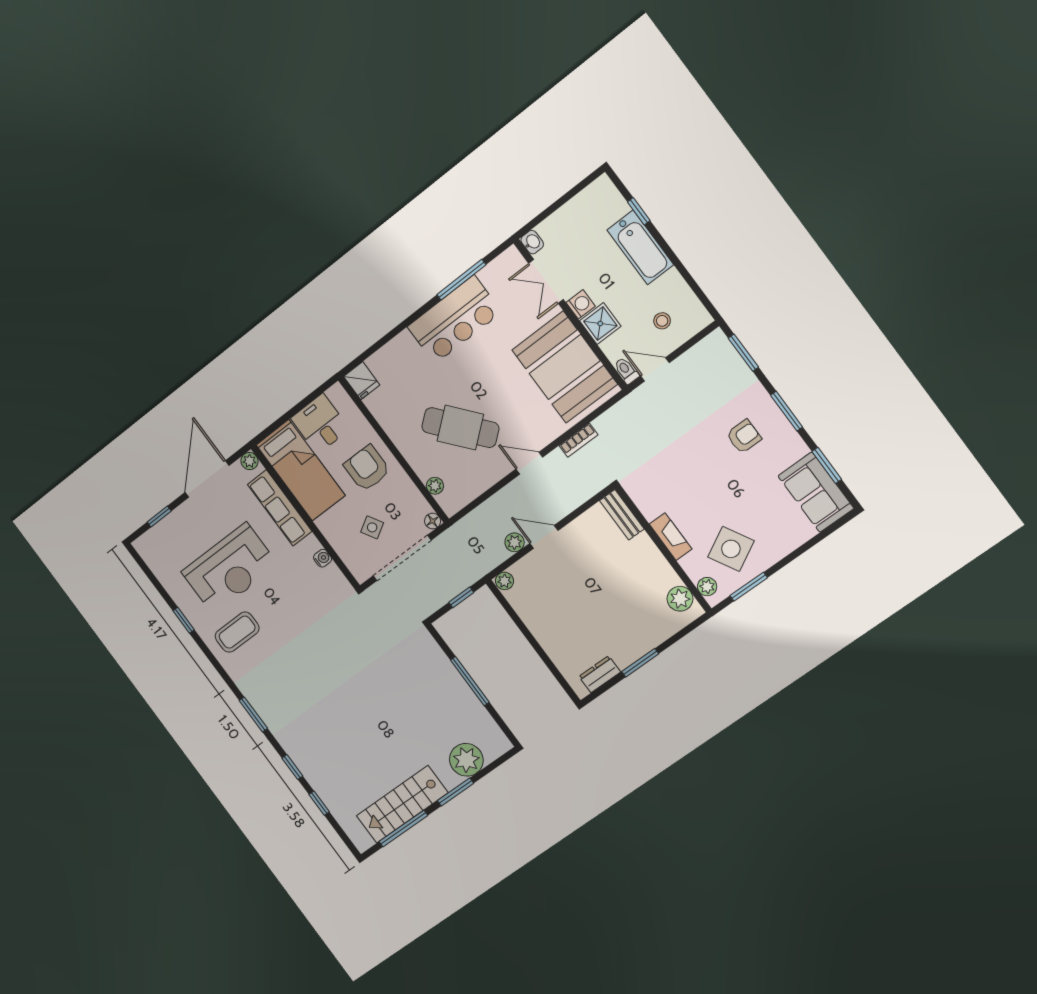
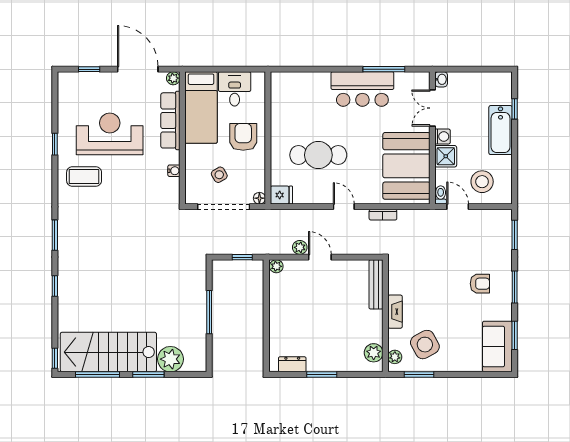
stool: (662, 321) -> (482, 182), width x1.89, depth x1.89
fridge: (362, 381) -> (281, 195), moved, turned -90
cafe table: (460, 428) -> (318, 155), turned -50
door: (207, 479) -> (138, 69), hinge flipped
plant: (435, 486) -> (277, 178), removed
bench: (622, 515) -> (376, 284), width x1.36
reception desk: (230, 568) -> (110, 134), turned 180
window: (319, 803) -> (55, 358), moved
stairs: (402, 804) -> (108, 352), width x1.36, depth x1.51

